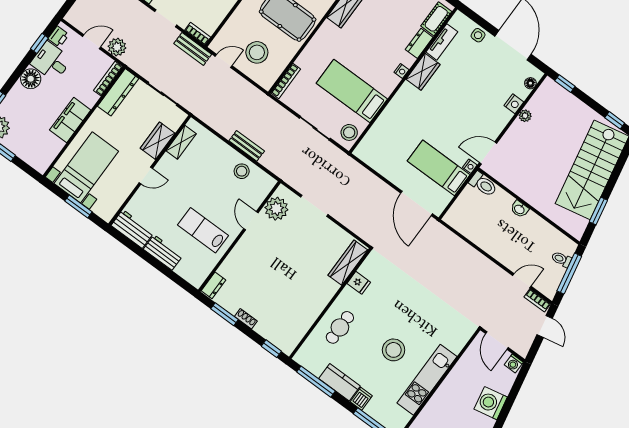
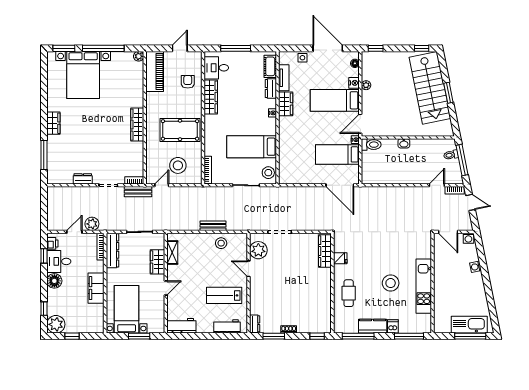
bed: (479, 107) -> (335, 100), added
window: (598, 211) -> (448, 93), moved
workbench: (163, 253) -> (227, 326), moved
washing machine: (491, 403) -> (476, 267), width x0.53, depth x0.53

